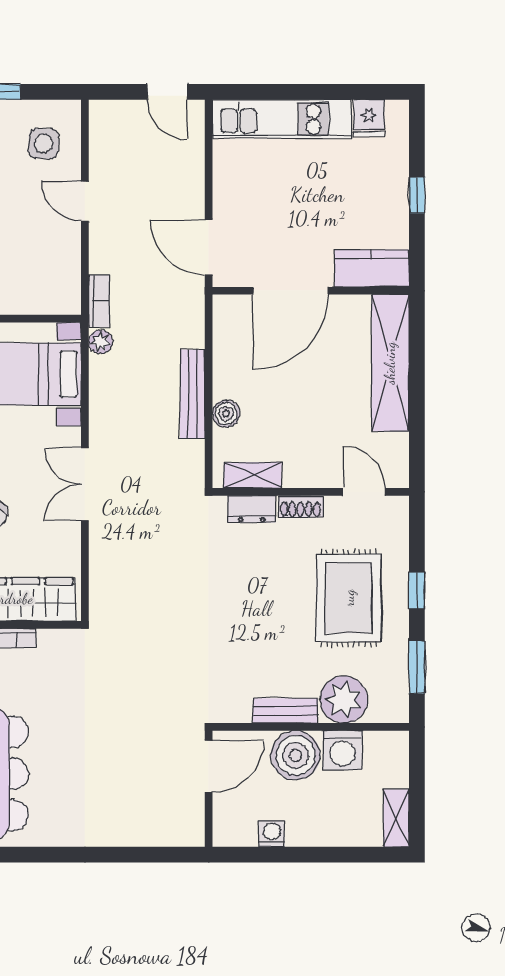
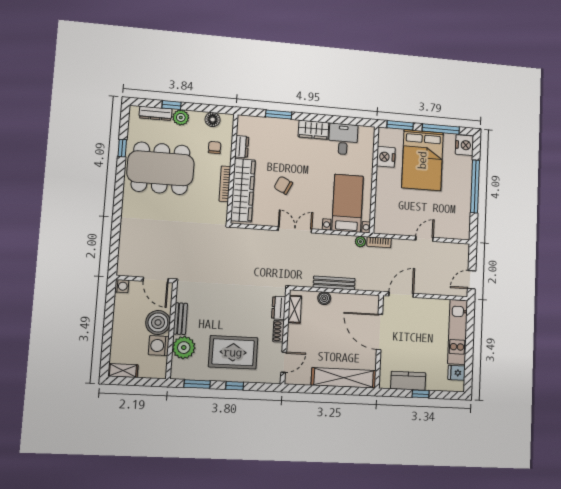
side table: (44, 144) -> (451, 222), removed
kitchen counter: (372, 268) -> (408, 381), moved, turned -90
washing machine: (272, 834) -> (122, 286), moved

